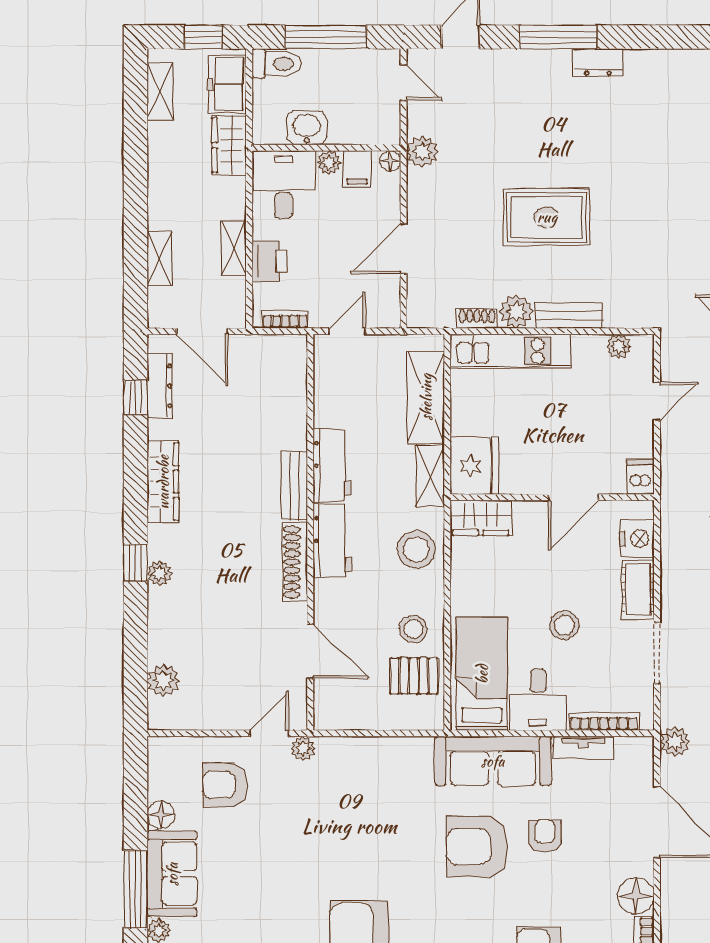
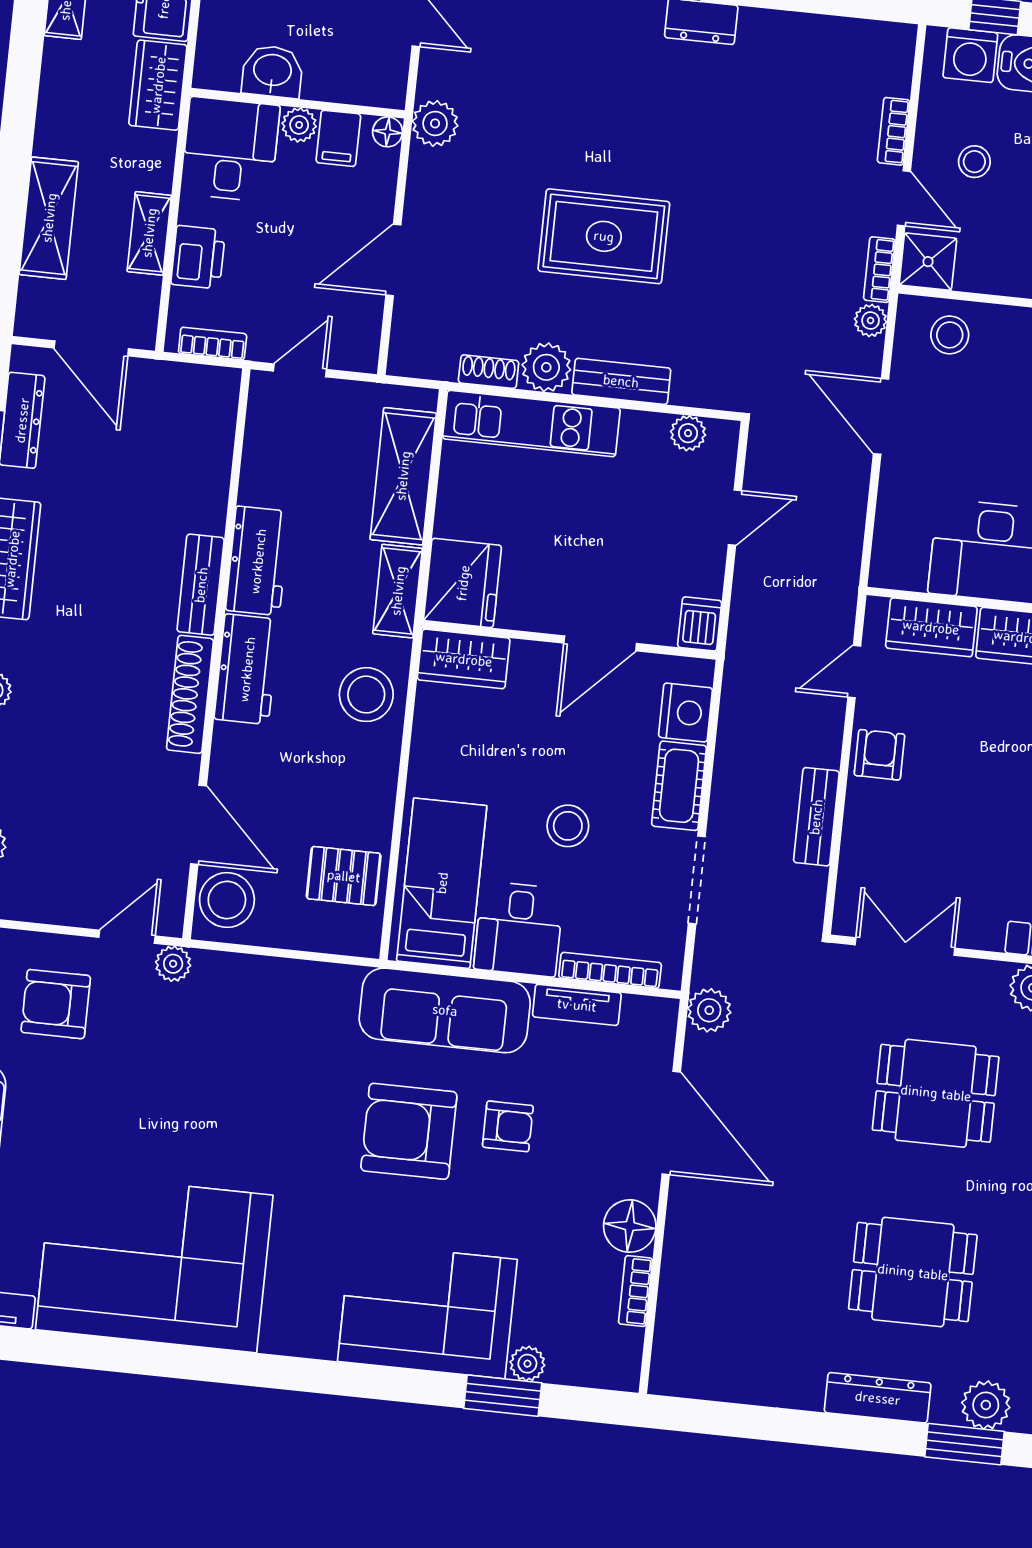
shelving: (159, 258) -> (49, 218), width x1.50, depth x1.33
stool: (413, 629) -> (227, 900), moved, width x1.38, depth x1.38
armchair: (545, 836) -> (508, 1126), turned 90

